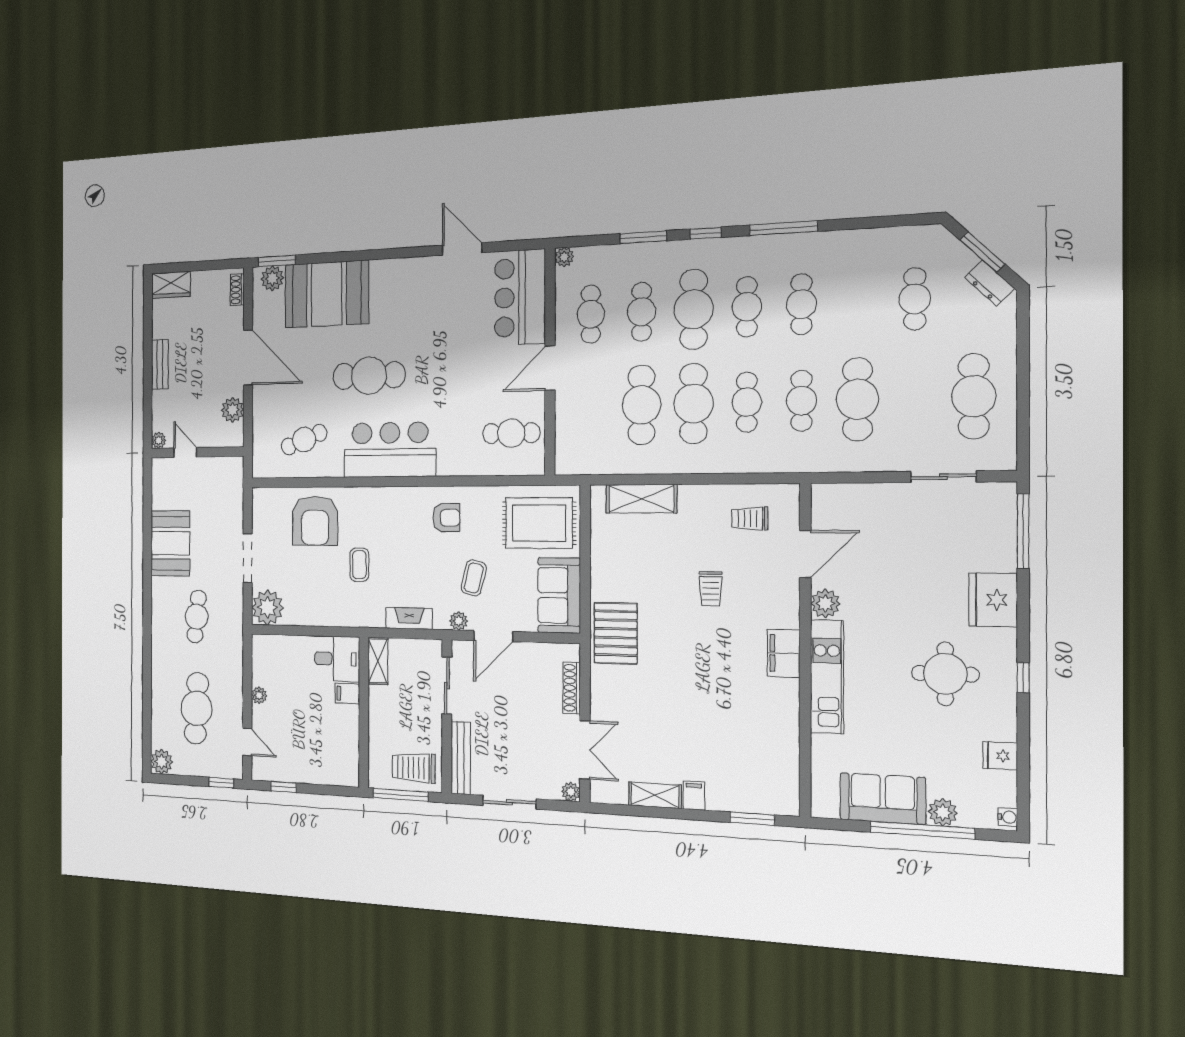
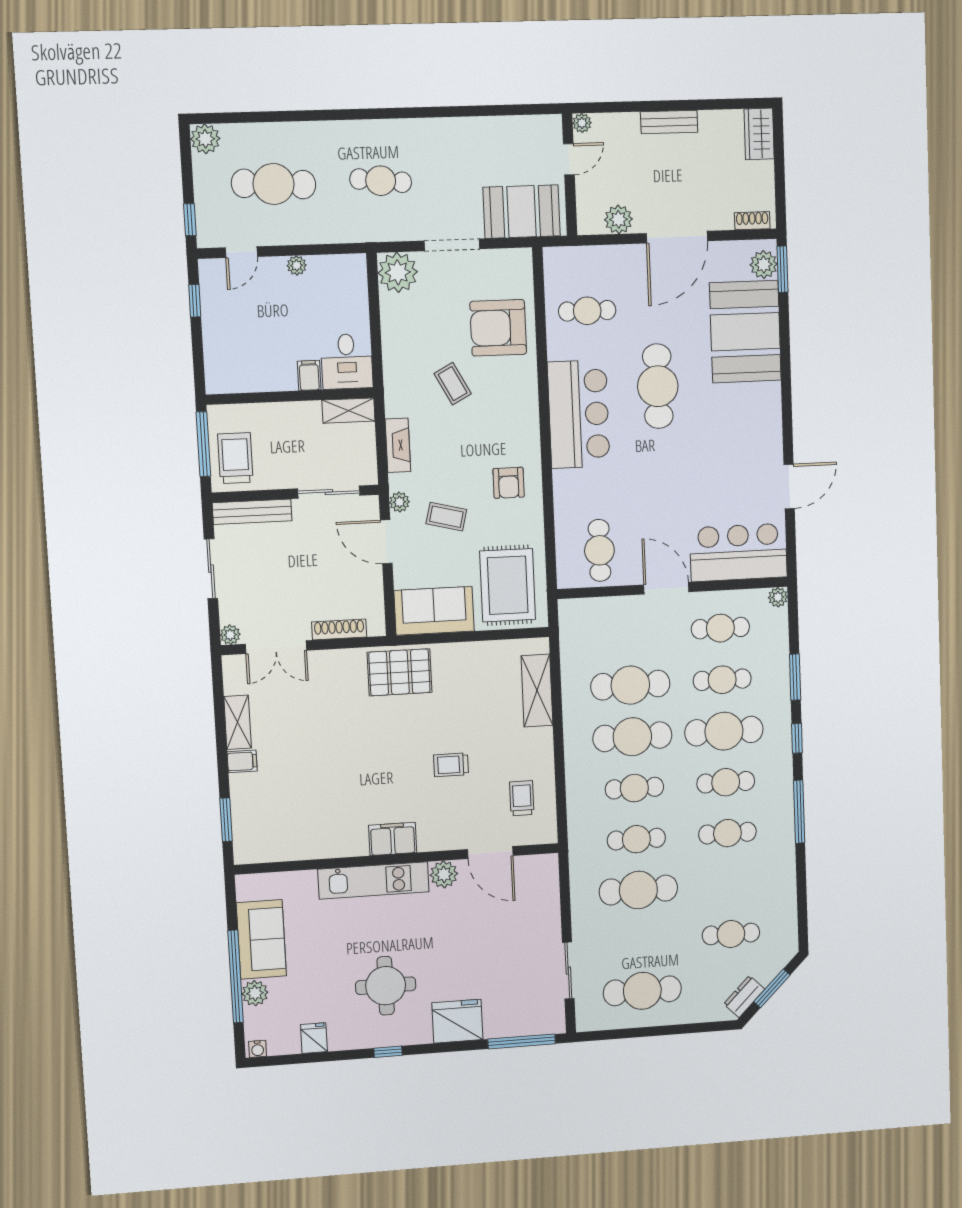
cafe table: (304, 440) -> (587, 311), turned -69
booth: (170, 543) -> (522, 212), moved
coffee table: (359, 565) -> (453, 384), turned 62

